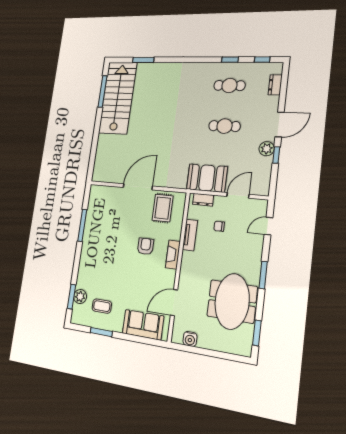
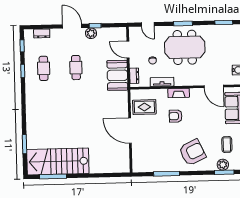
armchair: (100, 261) -> (192, 152), added
meeting table: (232, 301) -> (185, 47), moved

